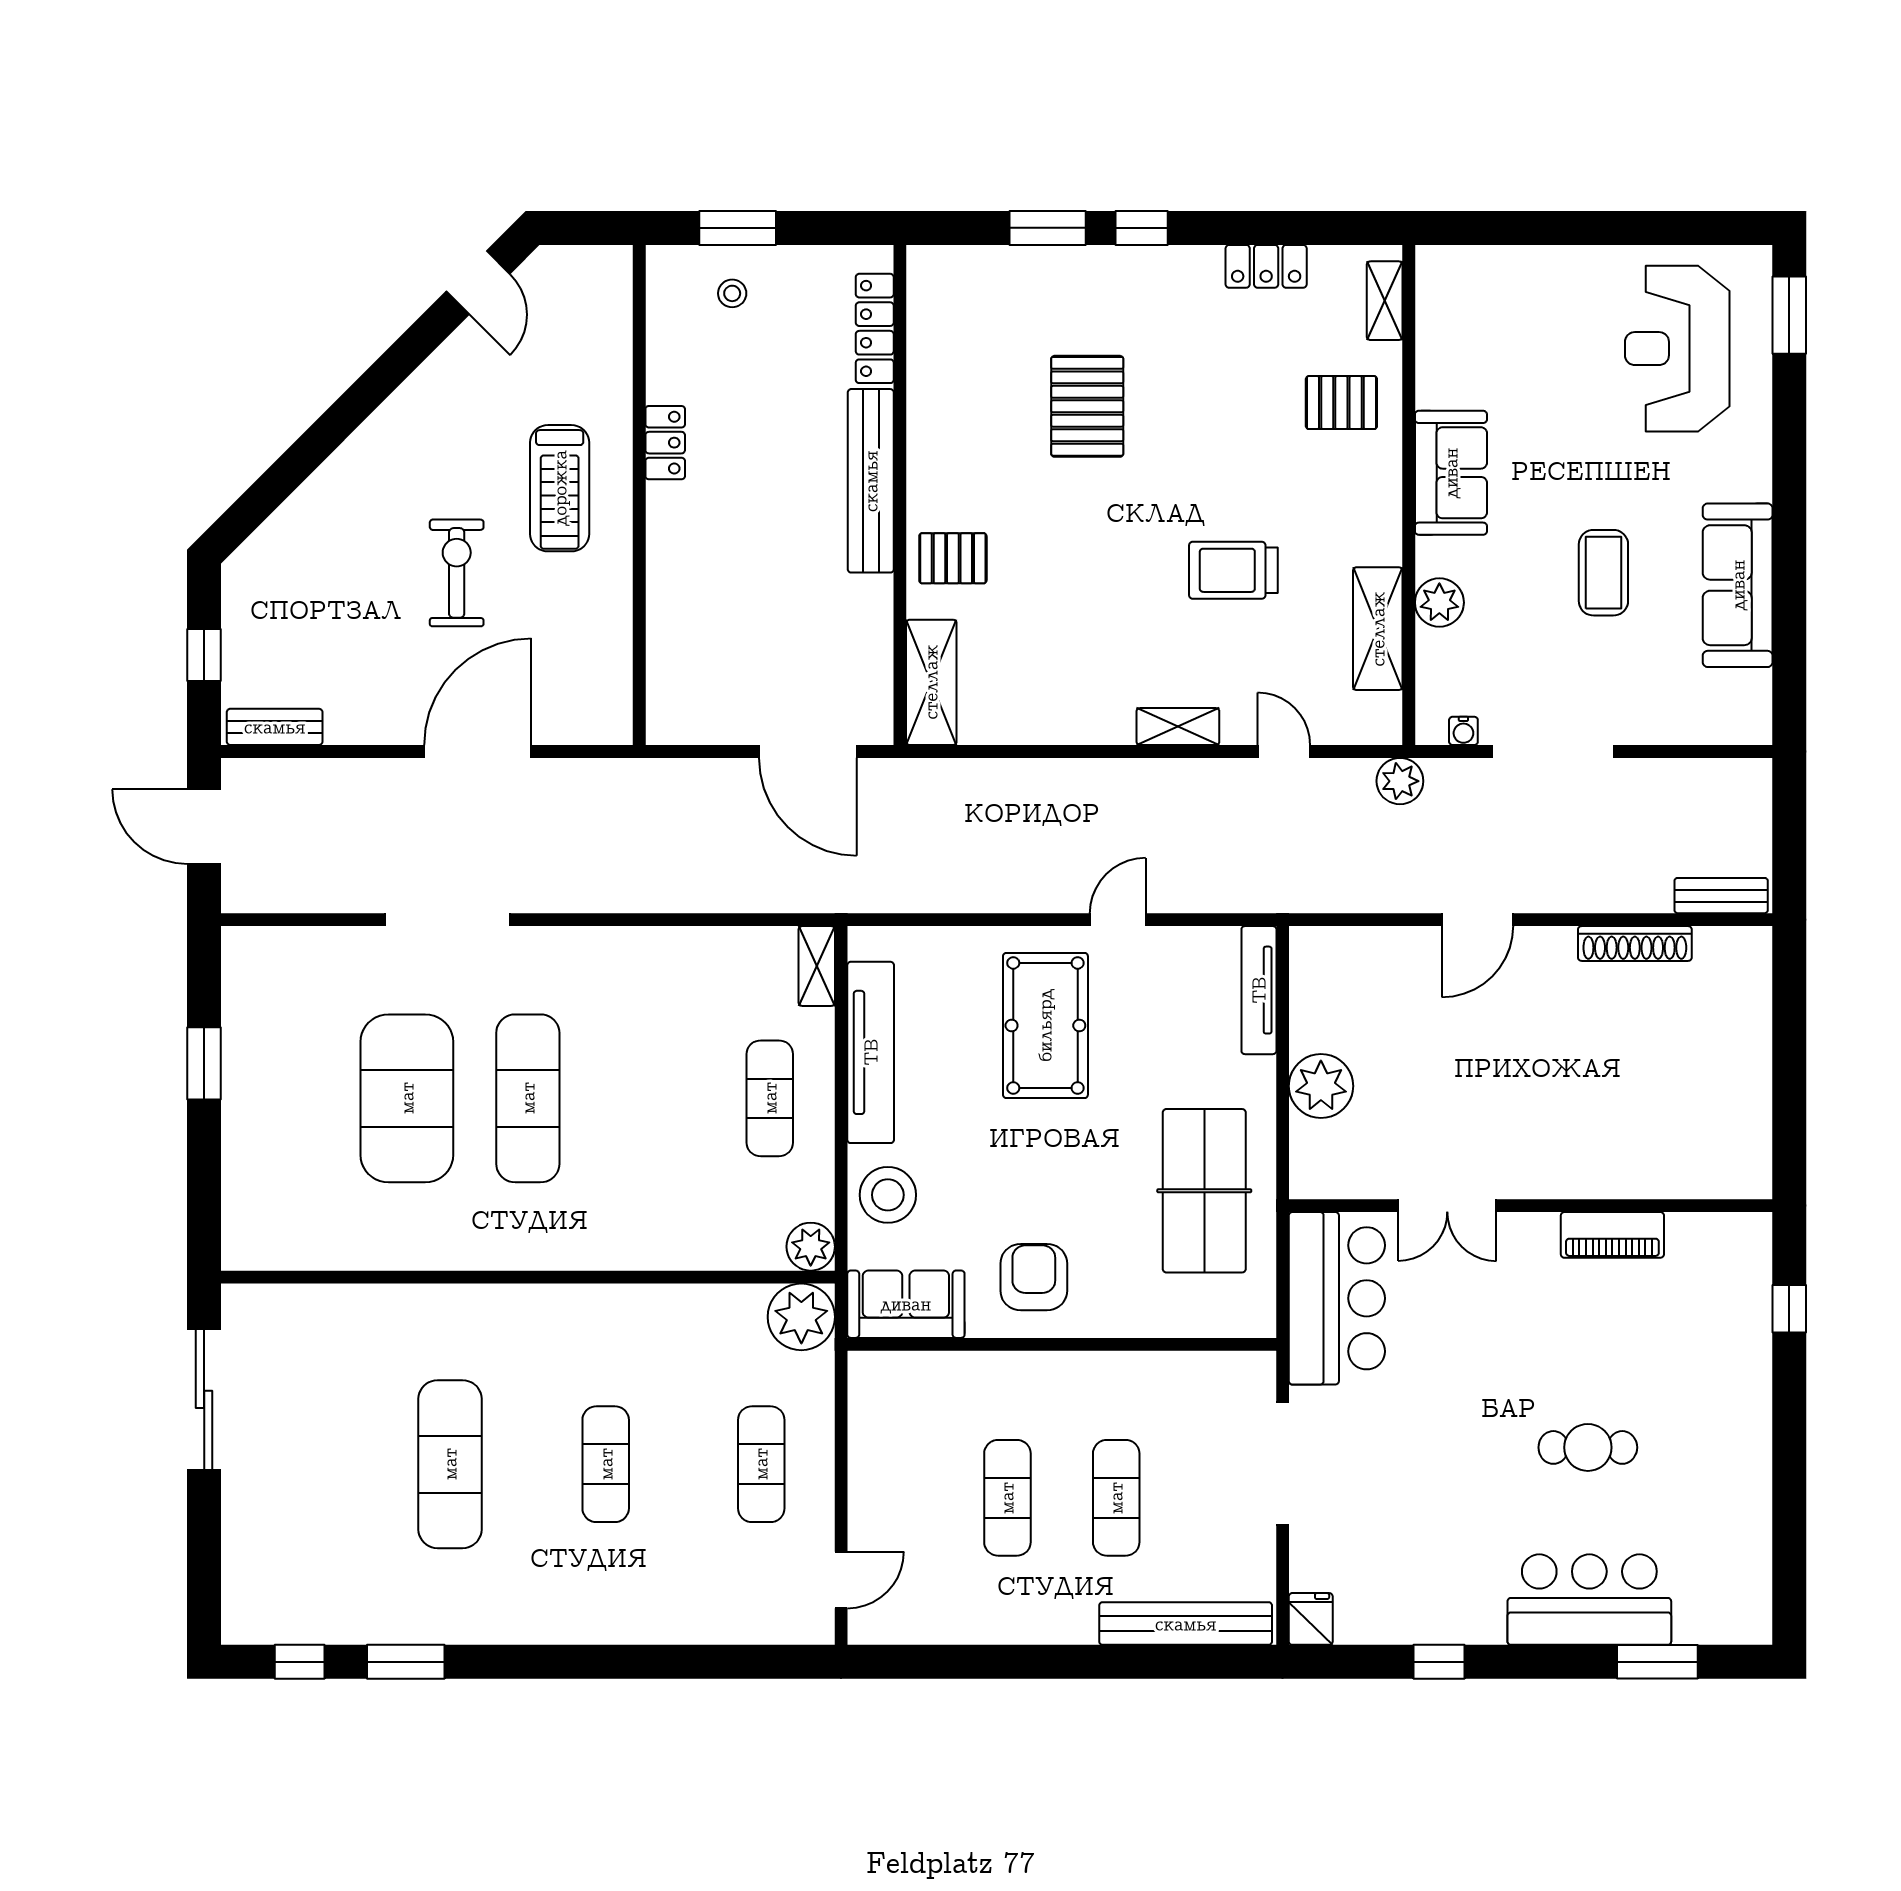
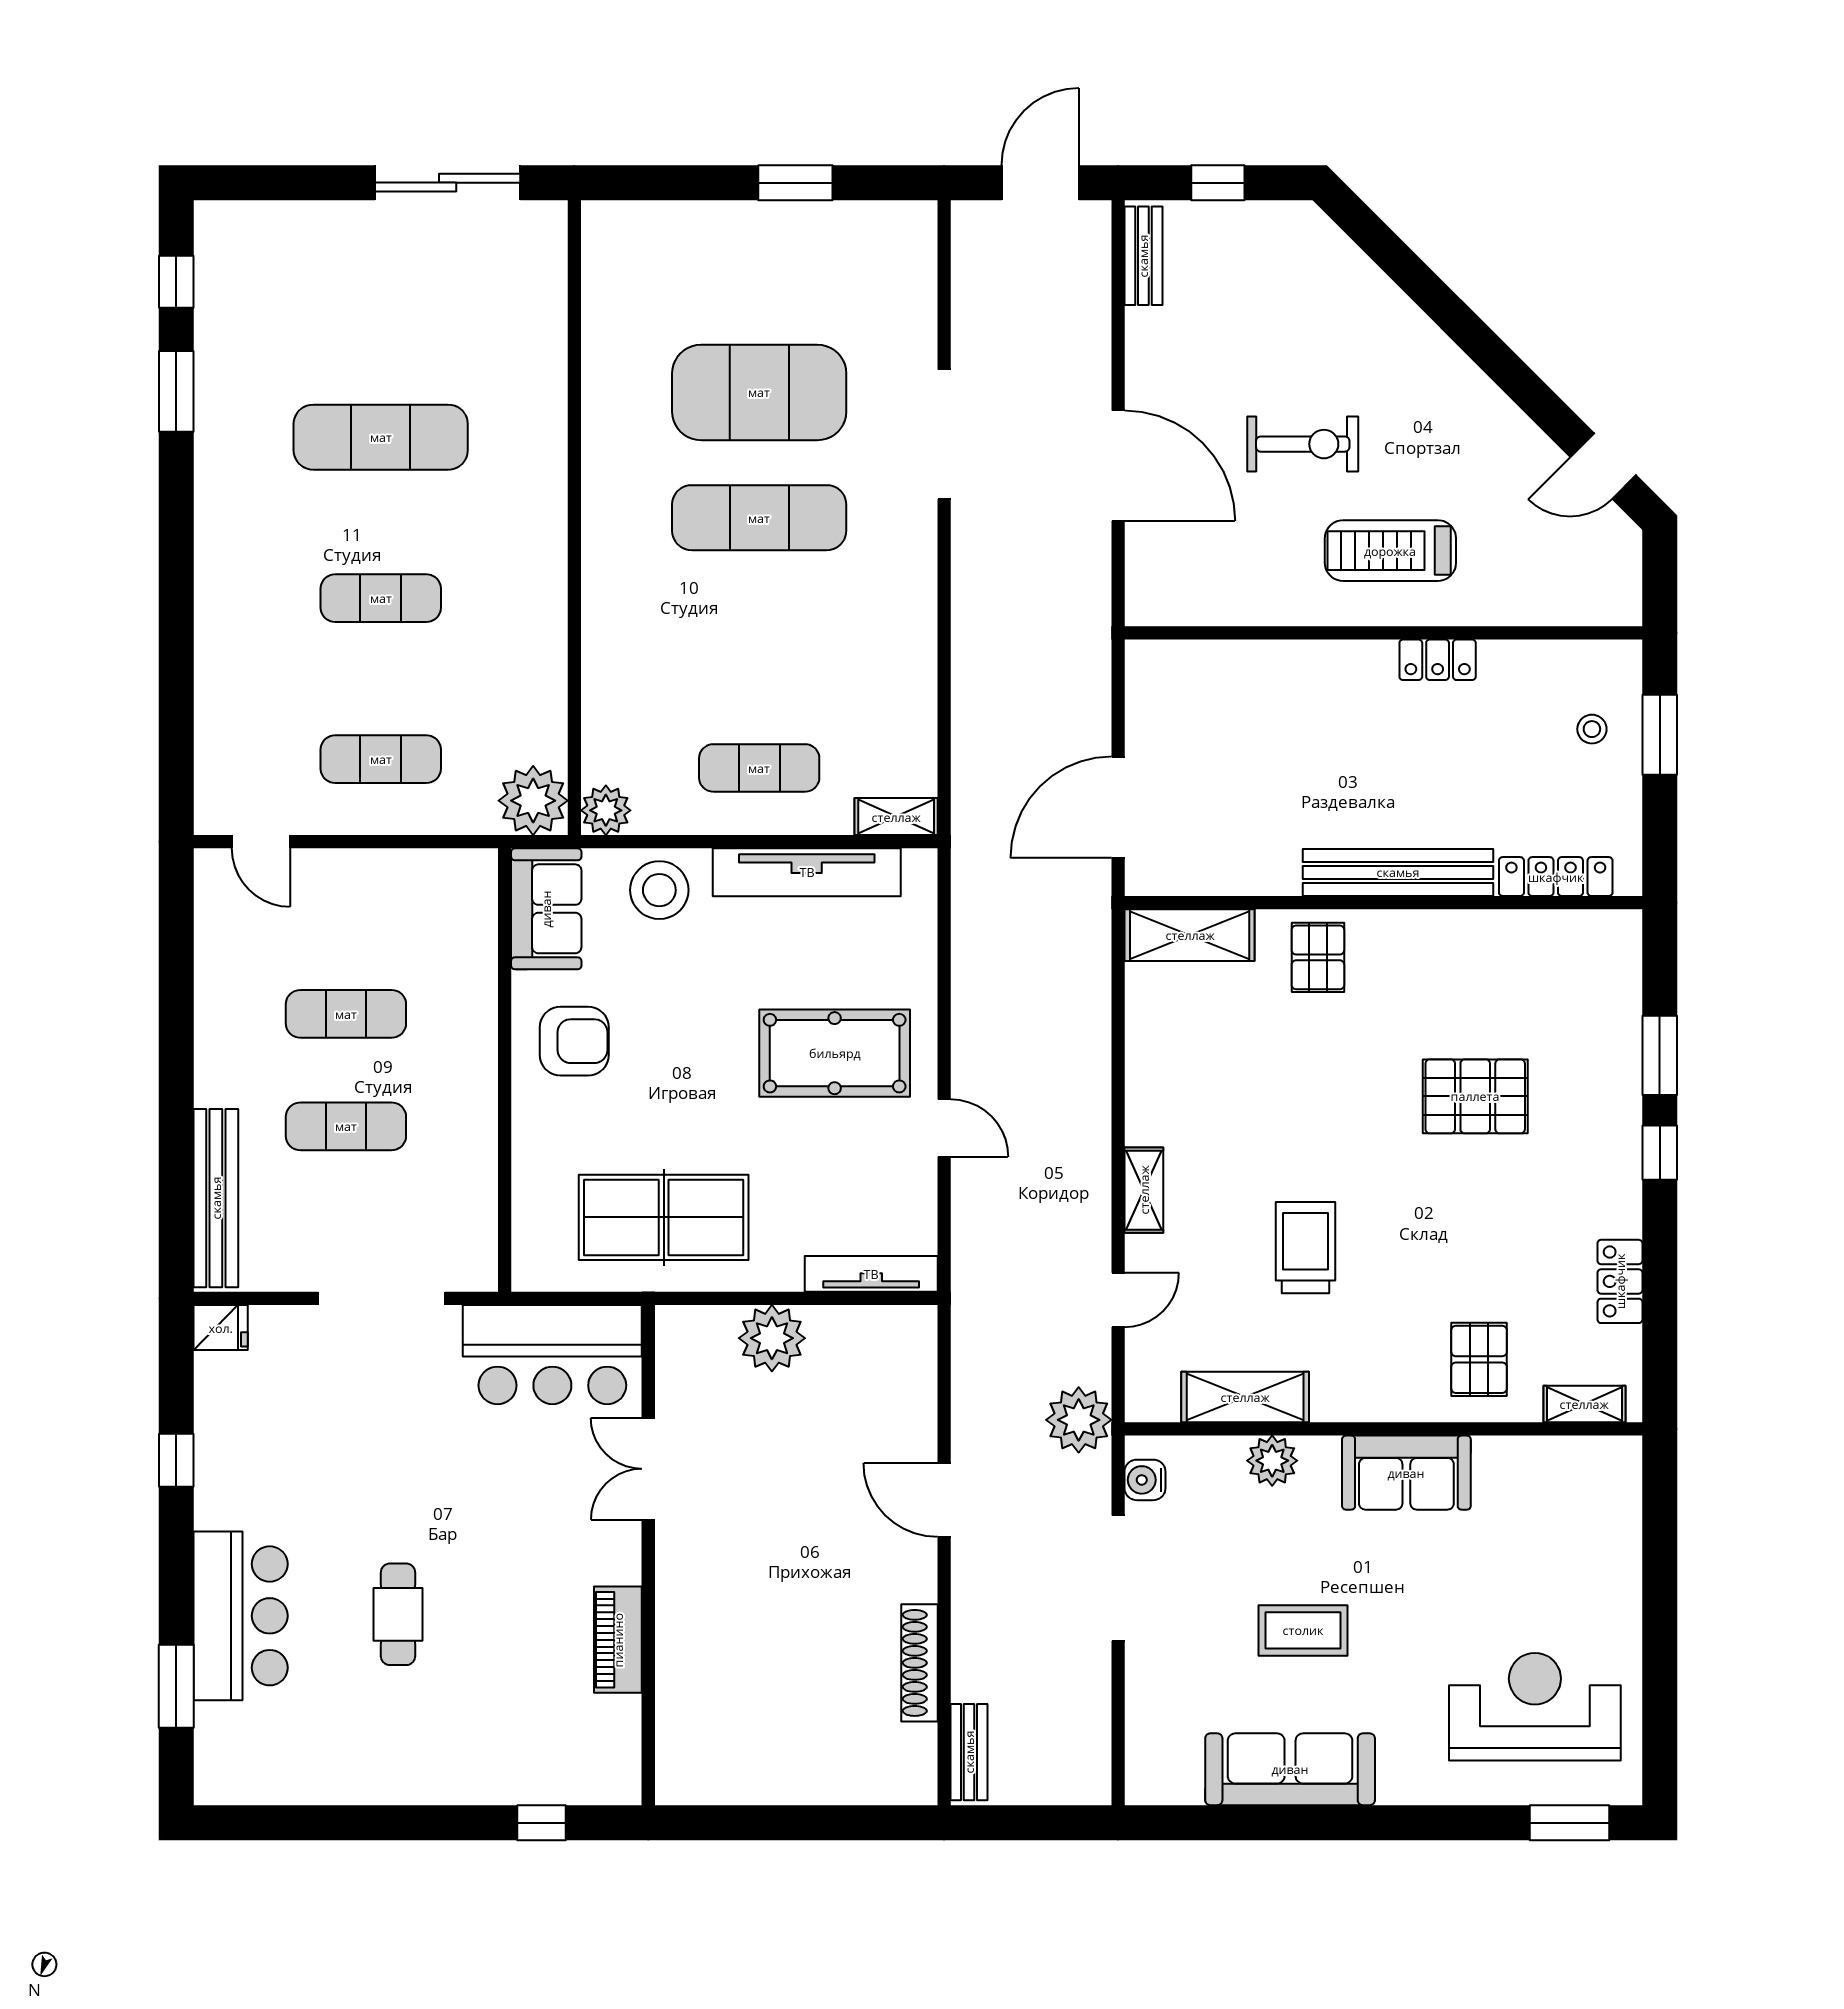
water cooler: (1463, 731) -> (1145, 1480), width x1.38, depth x1.38
plant: (1400, 781) -> (1079, 1420), width x1.36, depth x1.36

